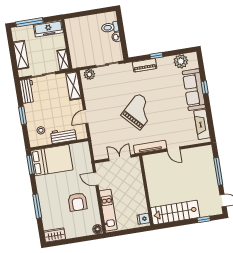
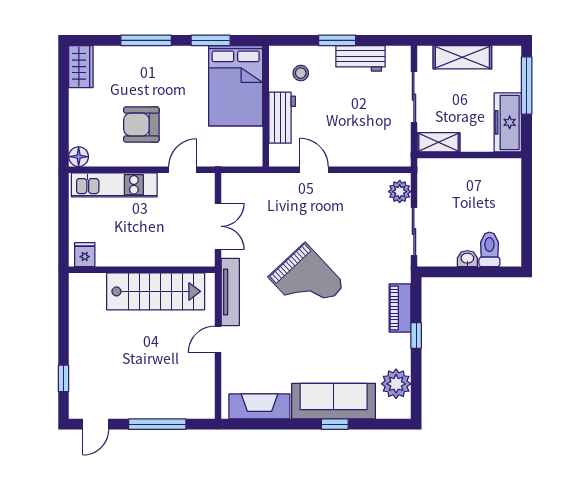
shelving: (73, 86) -> (382, 155), removed
workbench: (27, 91) -> (361, 58), moved
window: (31, 165) -> (211, 40), moved
stairs: (175, 212) -> (156, 291), moved, turned 90

